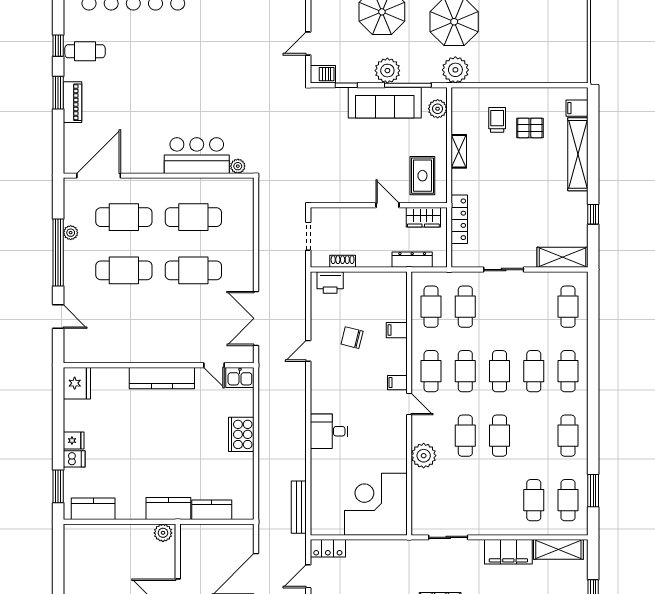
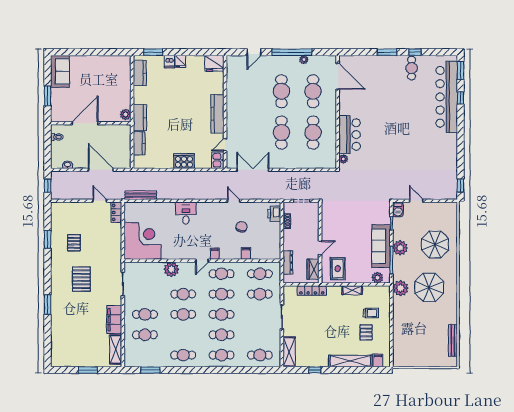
piano: (72, 102) -> (381, 61), removed
rug: (422, 176) -> (338, 269), turned 90
cafe table: (568, 500) -> (145, 314), moved

